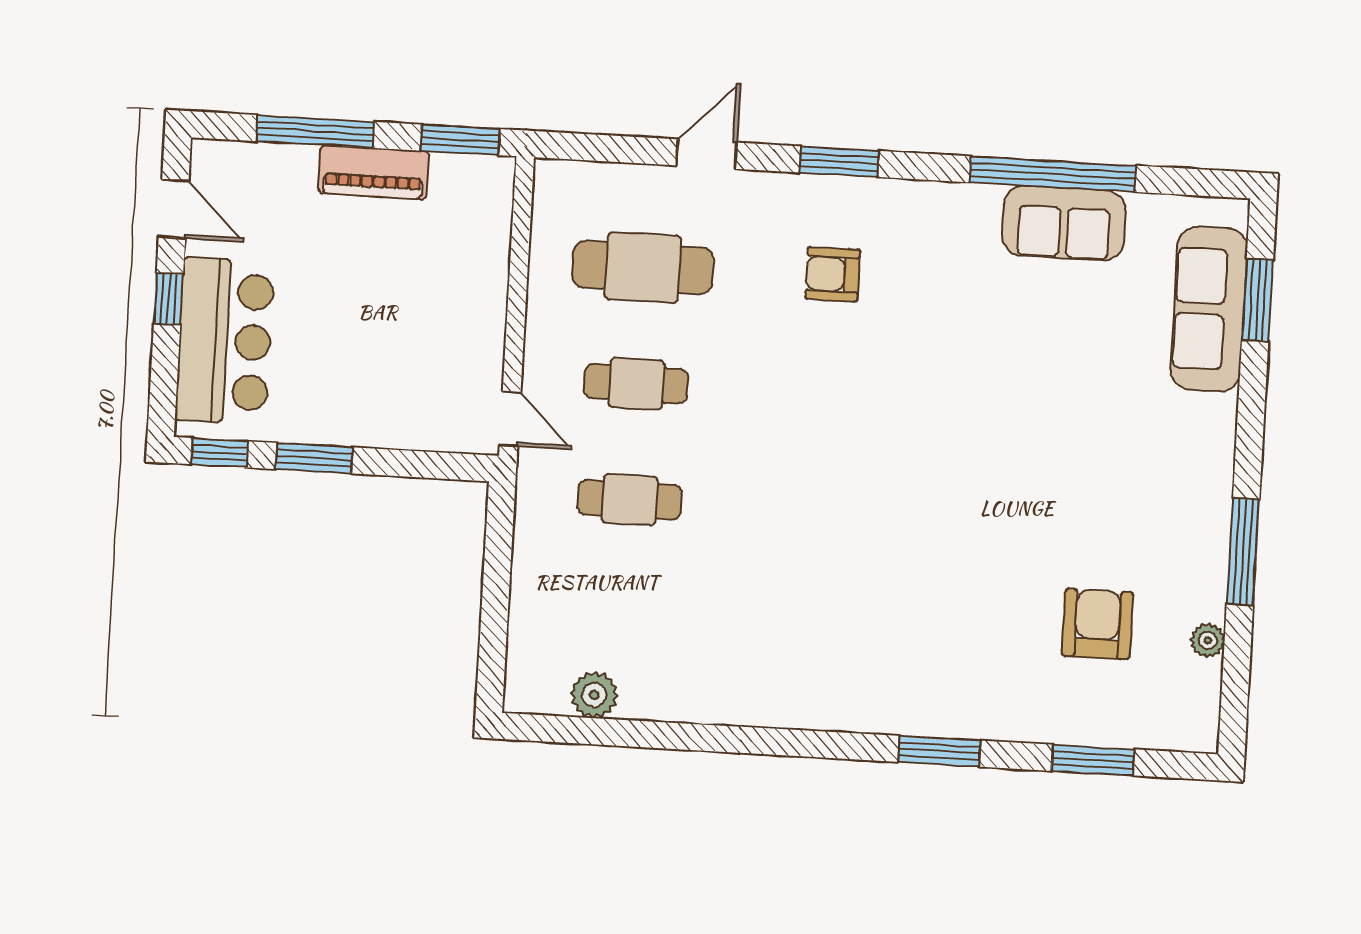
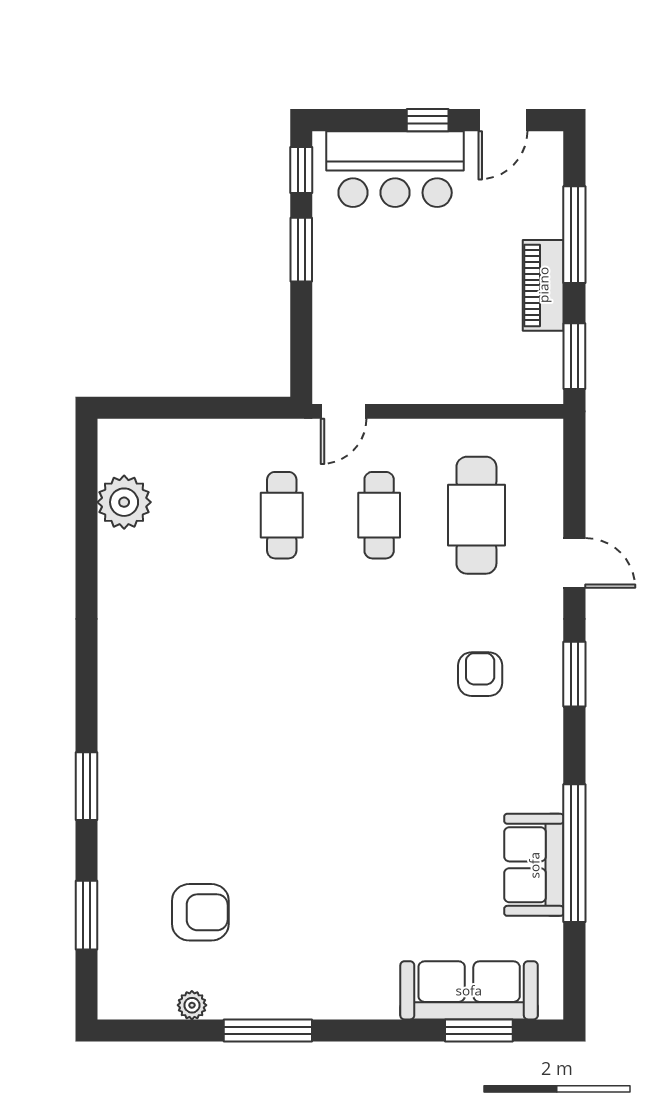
plant: (594, 695) -> (124, 502), width x1.36, depth x1.36

